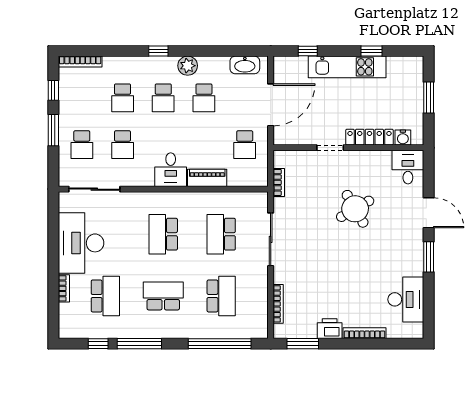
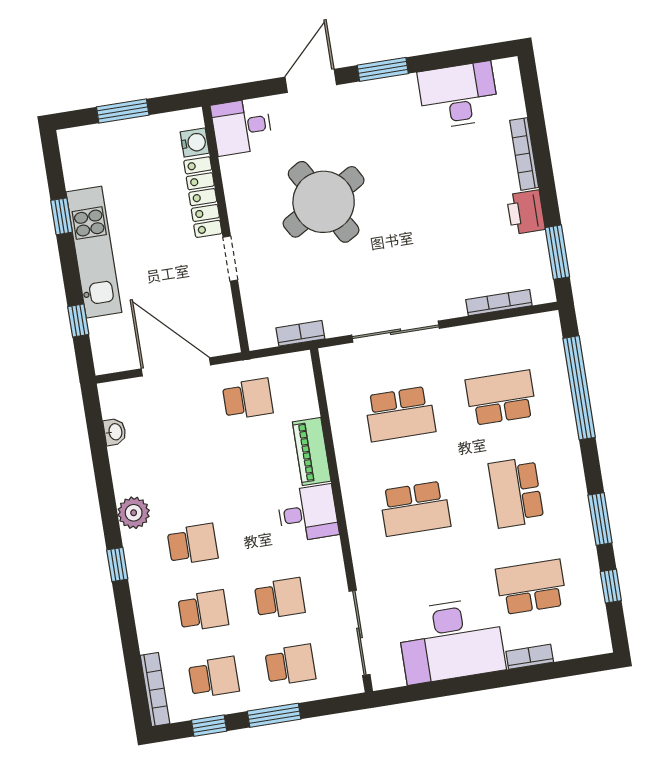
washbasin: (245, 65) -> (115, 432), width x0.52, depth x0.69
school desk: (204, 98) -> (214, 677), moved
round table: (355, 209) -> (324, 202), width x1.36, depth x1.36
window: (139, 344) -> (600, 519), width x0.69

